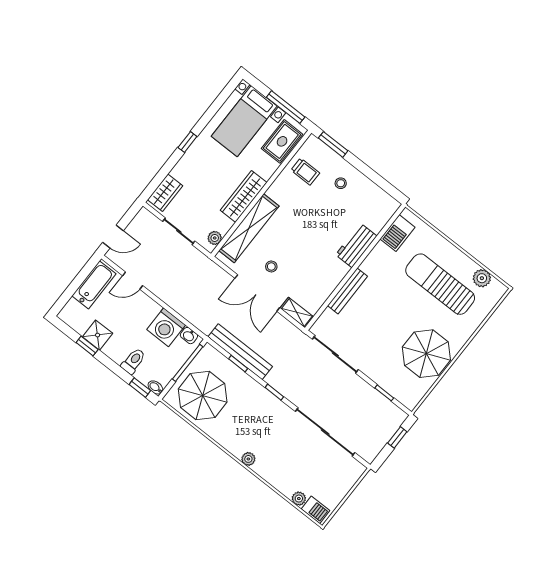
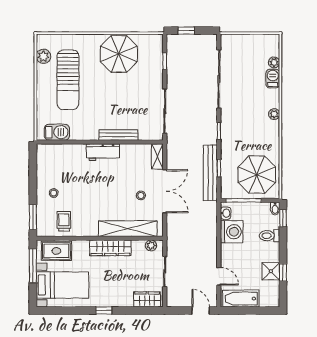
workbench: (356, 245) -> (103, 152), moved
barbecue: (316, 510) -> (273, 79), moved

